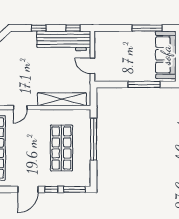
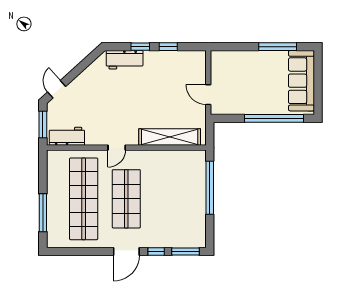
window: (73, 28) -> (168, 47), moved
workbench: (64, 41) -> (125, 60), moved, width x0.53, depth x0.76
window: (144, 85) -> (274, 118), width x1.46
shop shelf: (61, 148) -> (126, 199), moved

